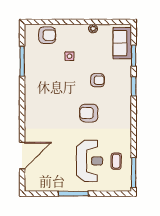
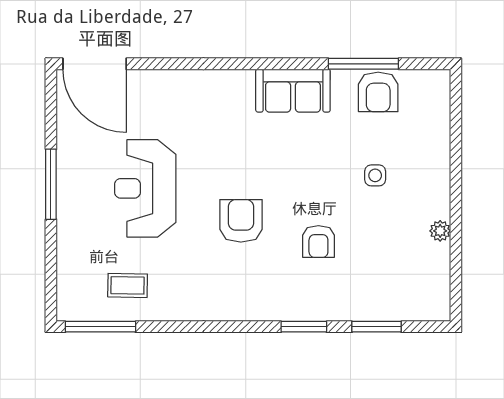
armchair: (47, 35) -> (378, 92), moved
sofa: (122, 43) -> (293, 91), moved, turned 180
door: (22, 156) -> (95, 64), moved
reception desk: (90, 161) -> (145, 188), moved, turned 90

